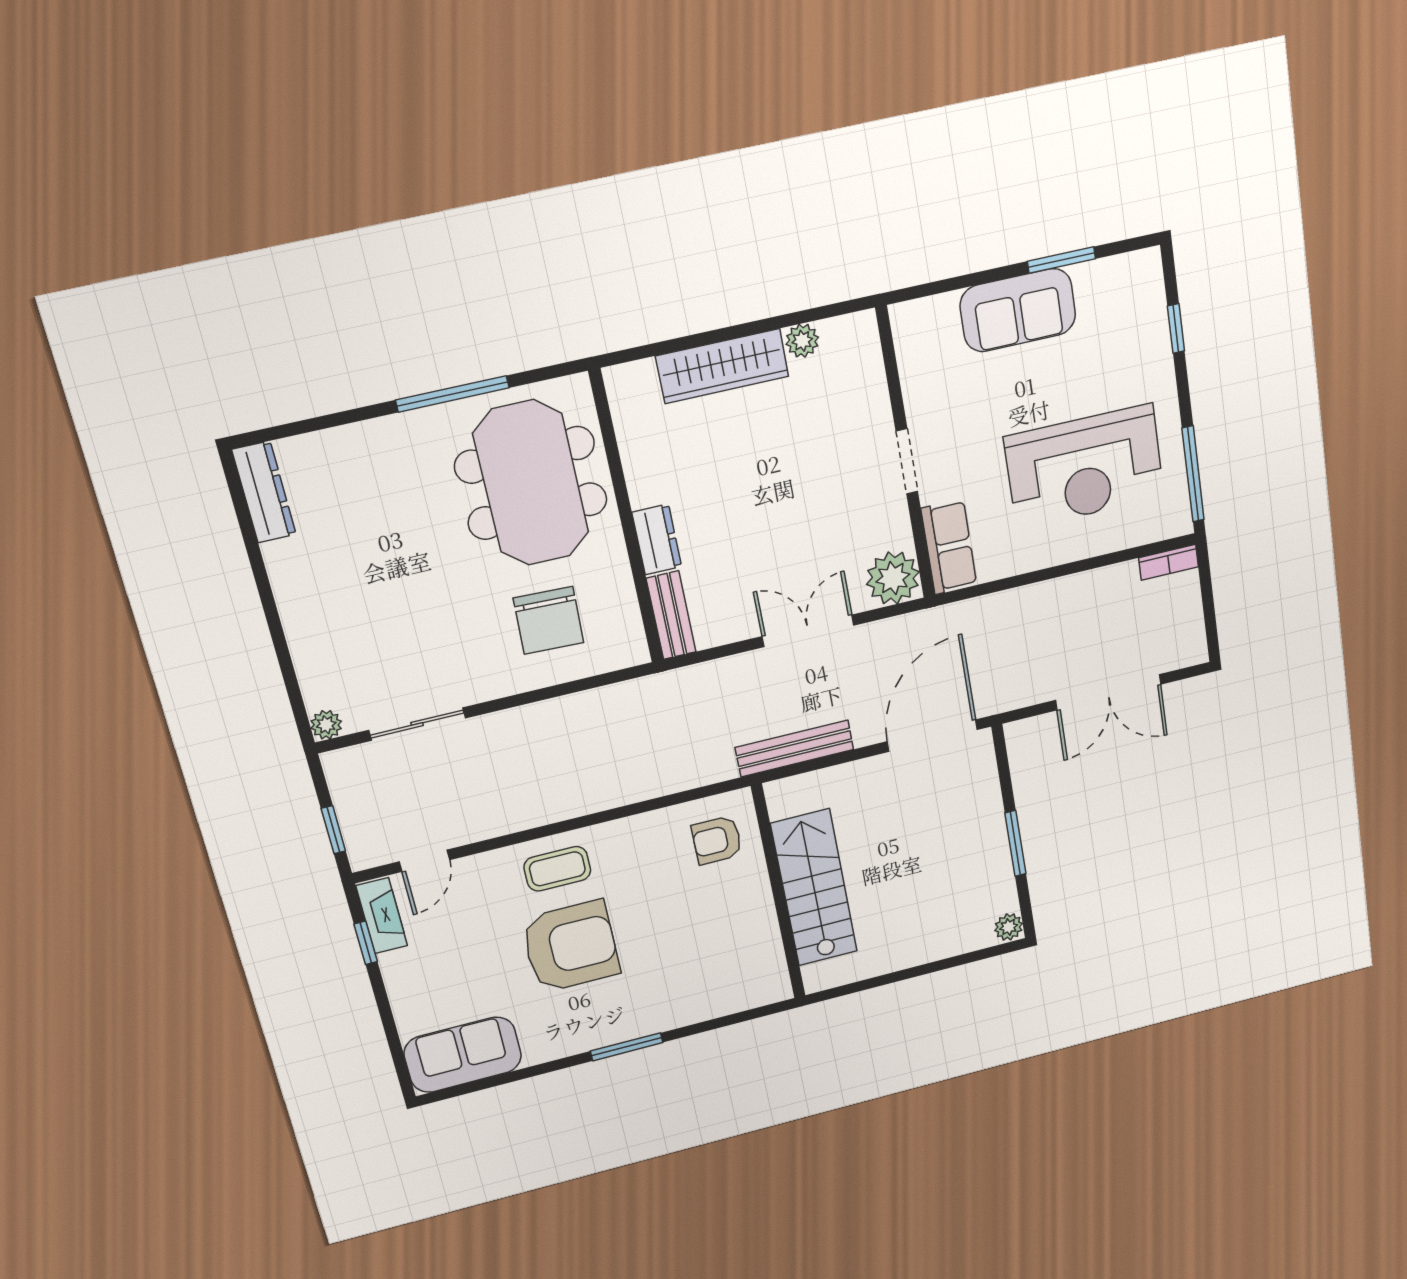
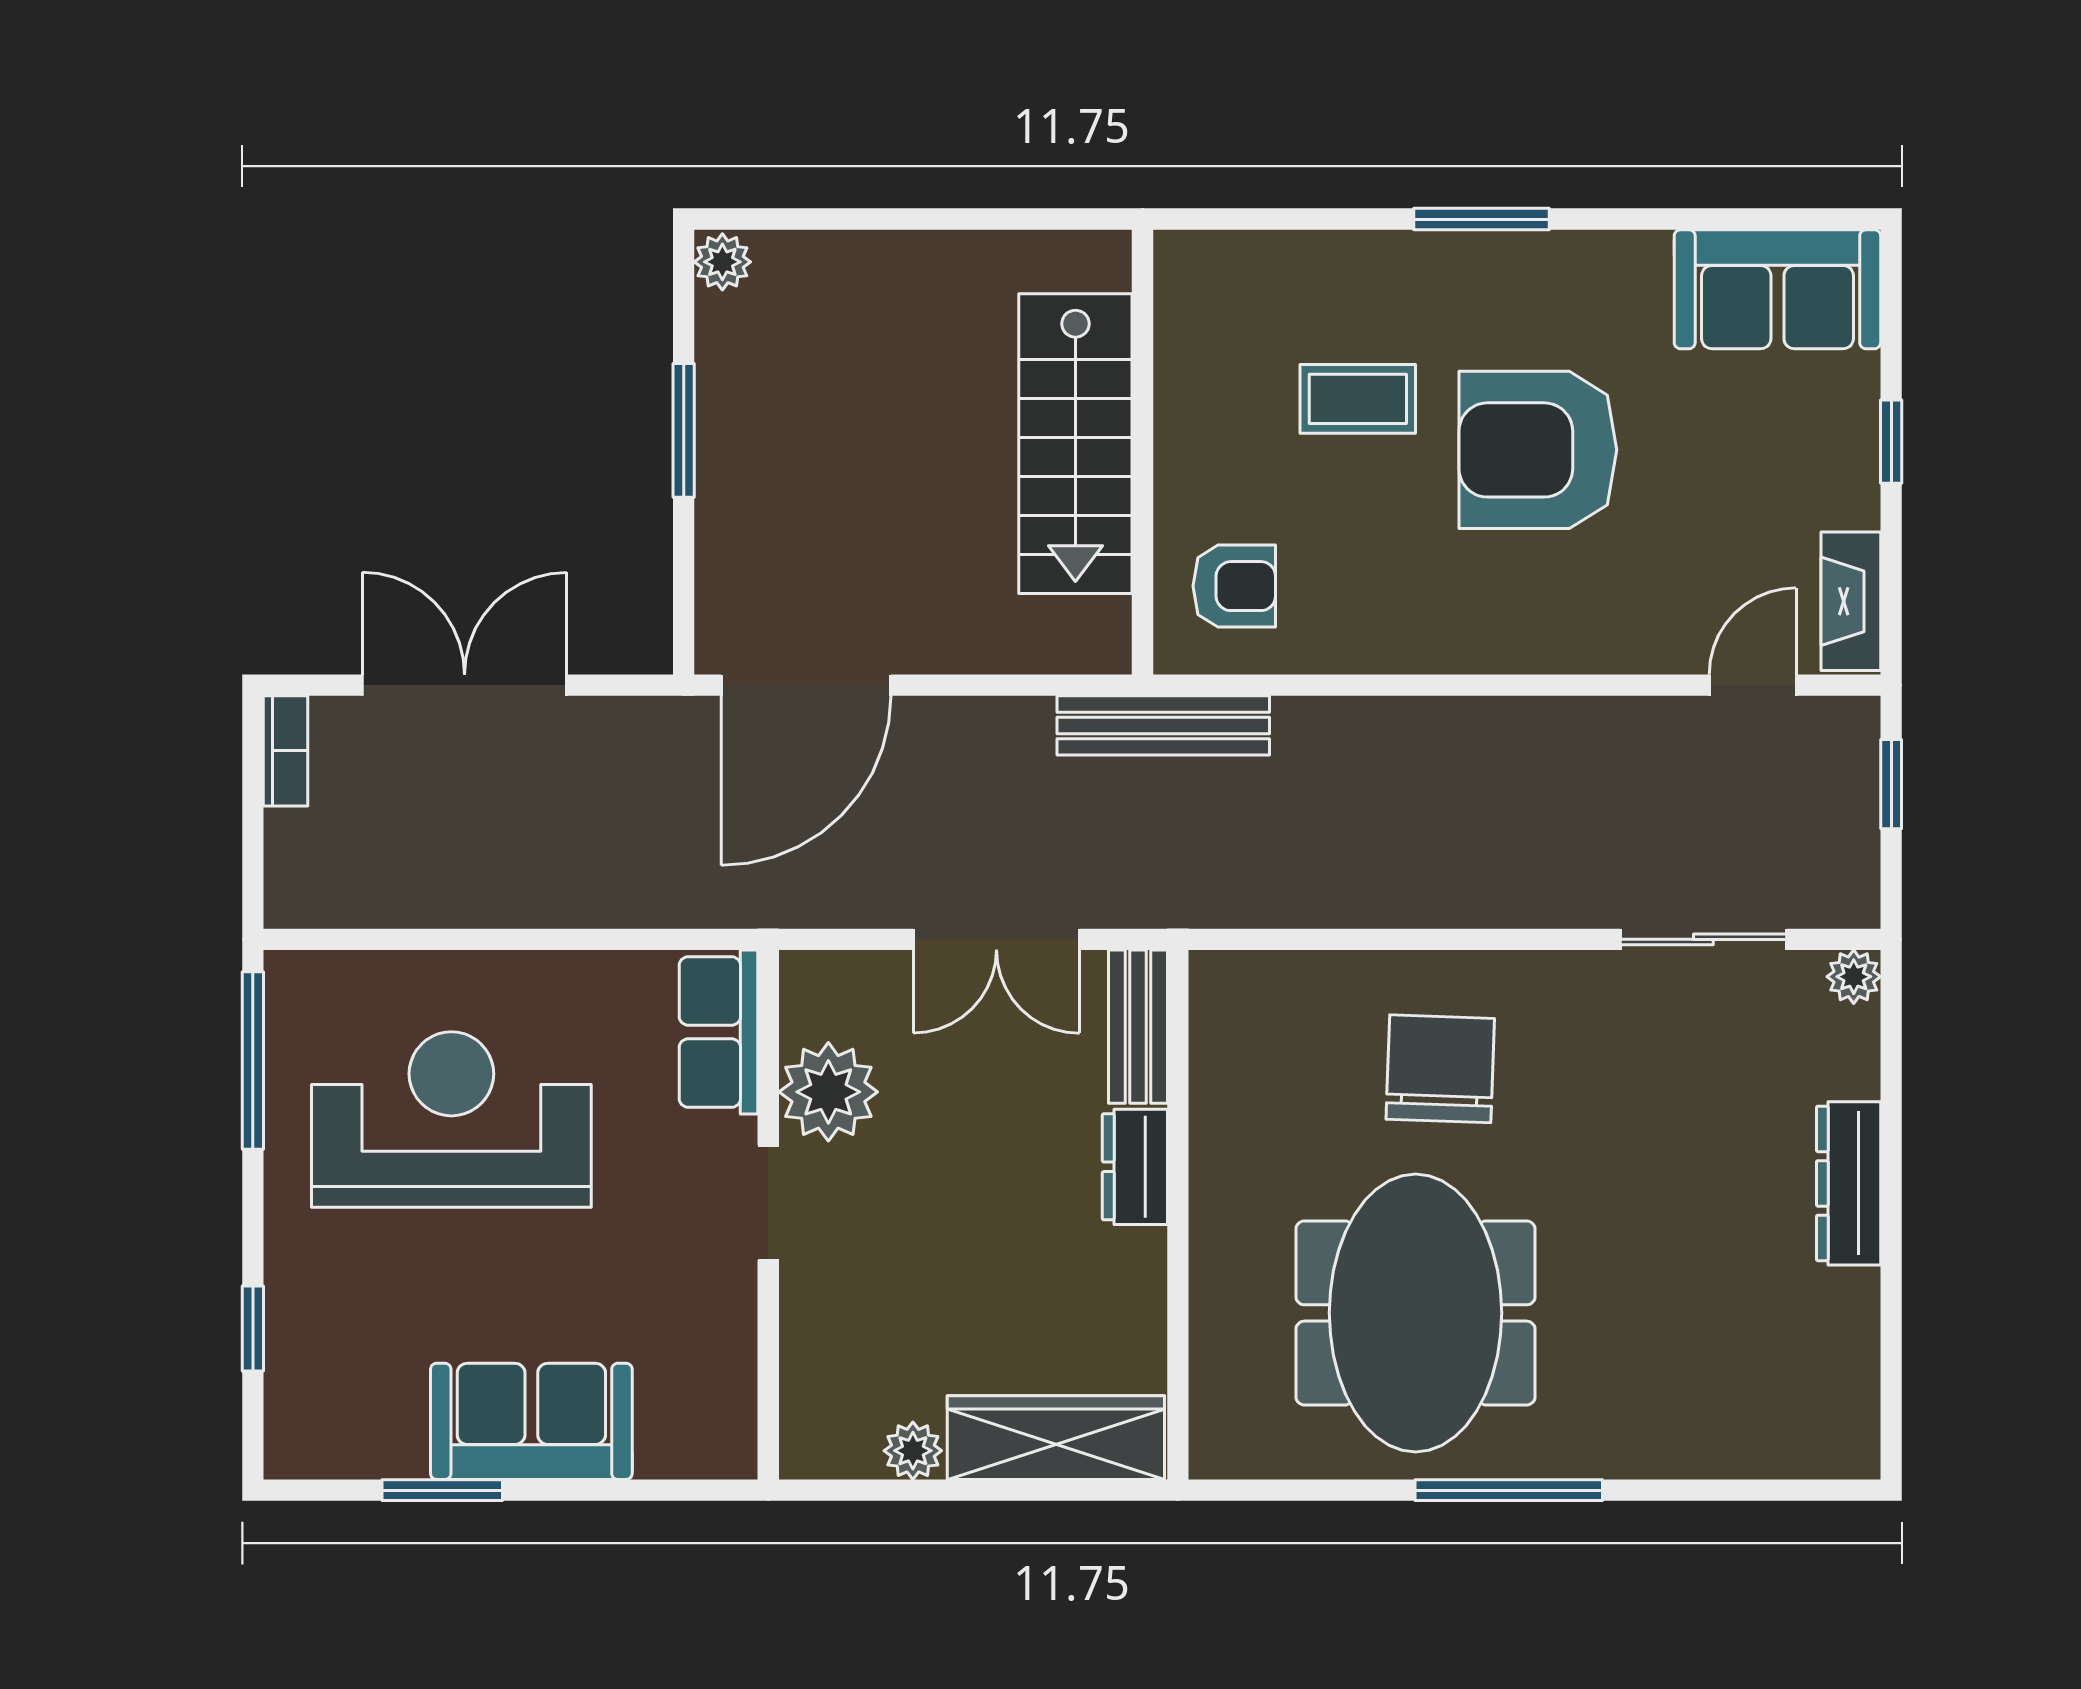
dresser: (264, 492) -> (1849, 1183), moved
wall: (627, 519) -> (1178, 1215), moved
dresser: (657, 539) -> (1135, 1167), moved
bookcase: (1169, 562) -> (286, 751), moved, turned 90
plant: (893, 578) -> (828, 1092), moved
bench: (671, 615) -> (1138, 1027), moved
bench: (794, 748) -> (1163, 725), moved
coffee table: (557, 869) -> (1358, 399), moved
window: (366, 943) -> (1891, 442), moved

